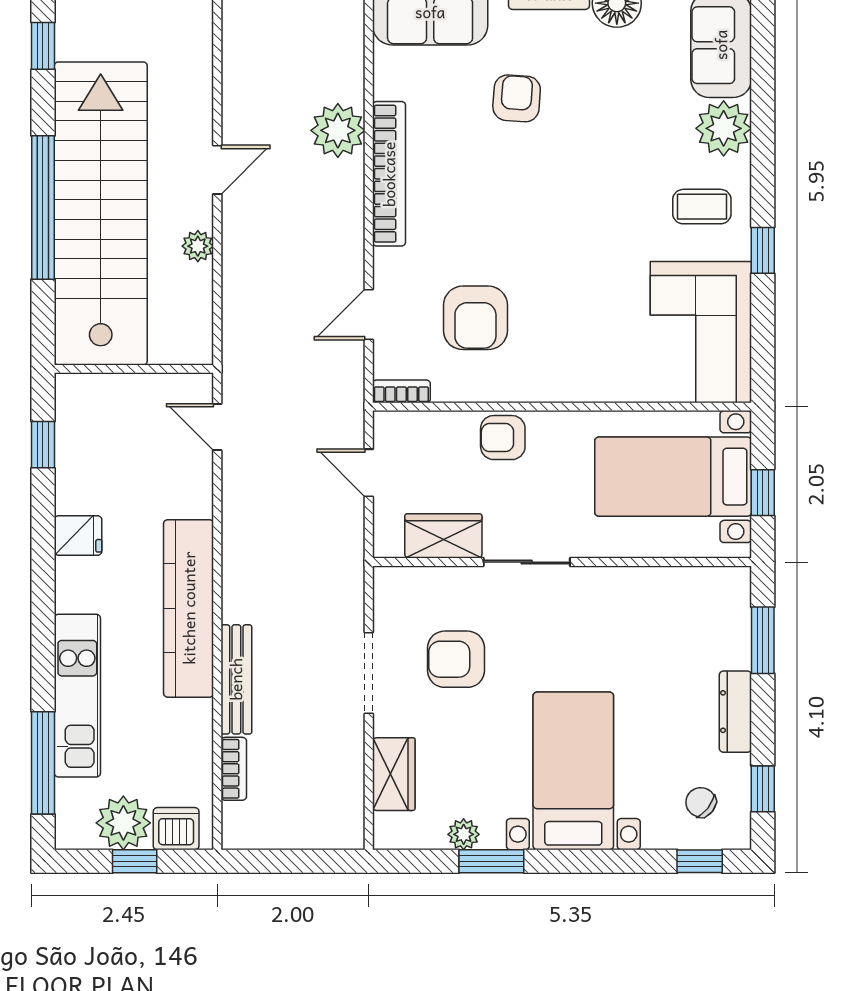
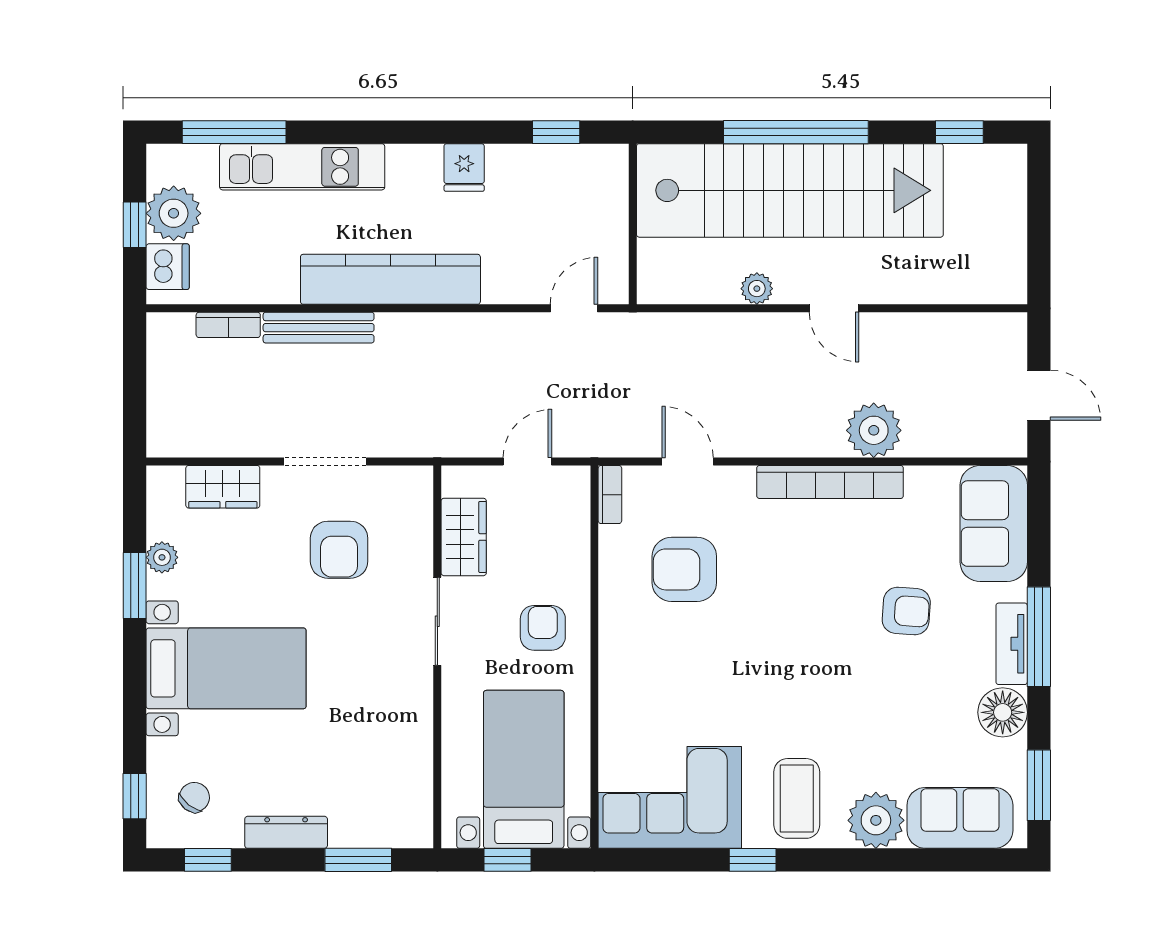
coffee table: (702, 207) -> (797, 798), width x1.36, depth x1.30
armchair: (503, 438) -> (543, 628), moved
armchair: (456, 659) -> (339, 550), turned 180

